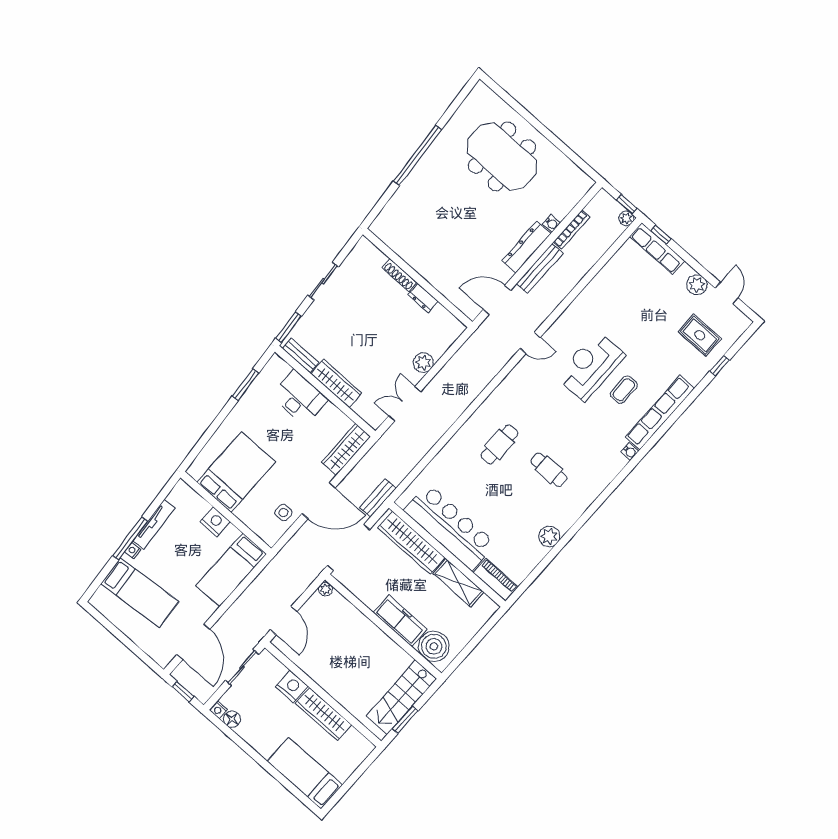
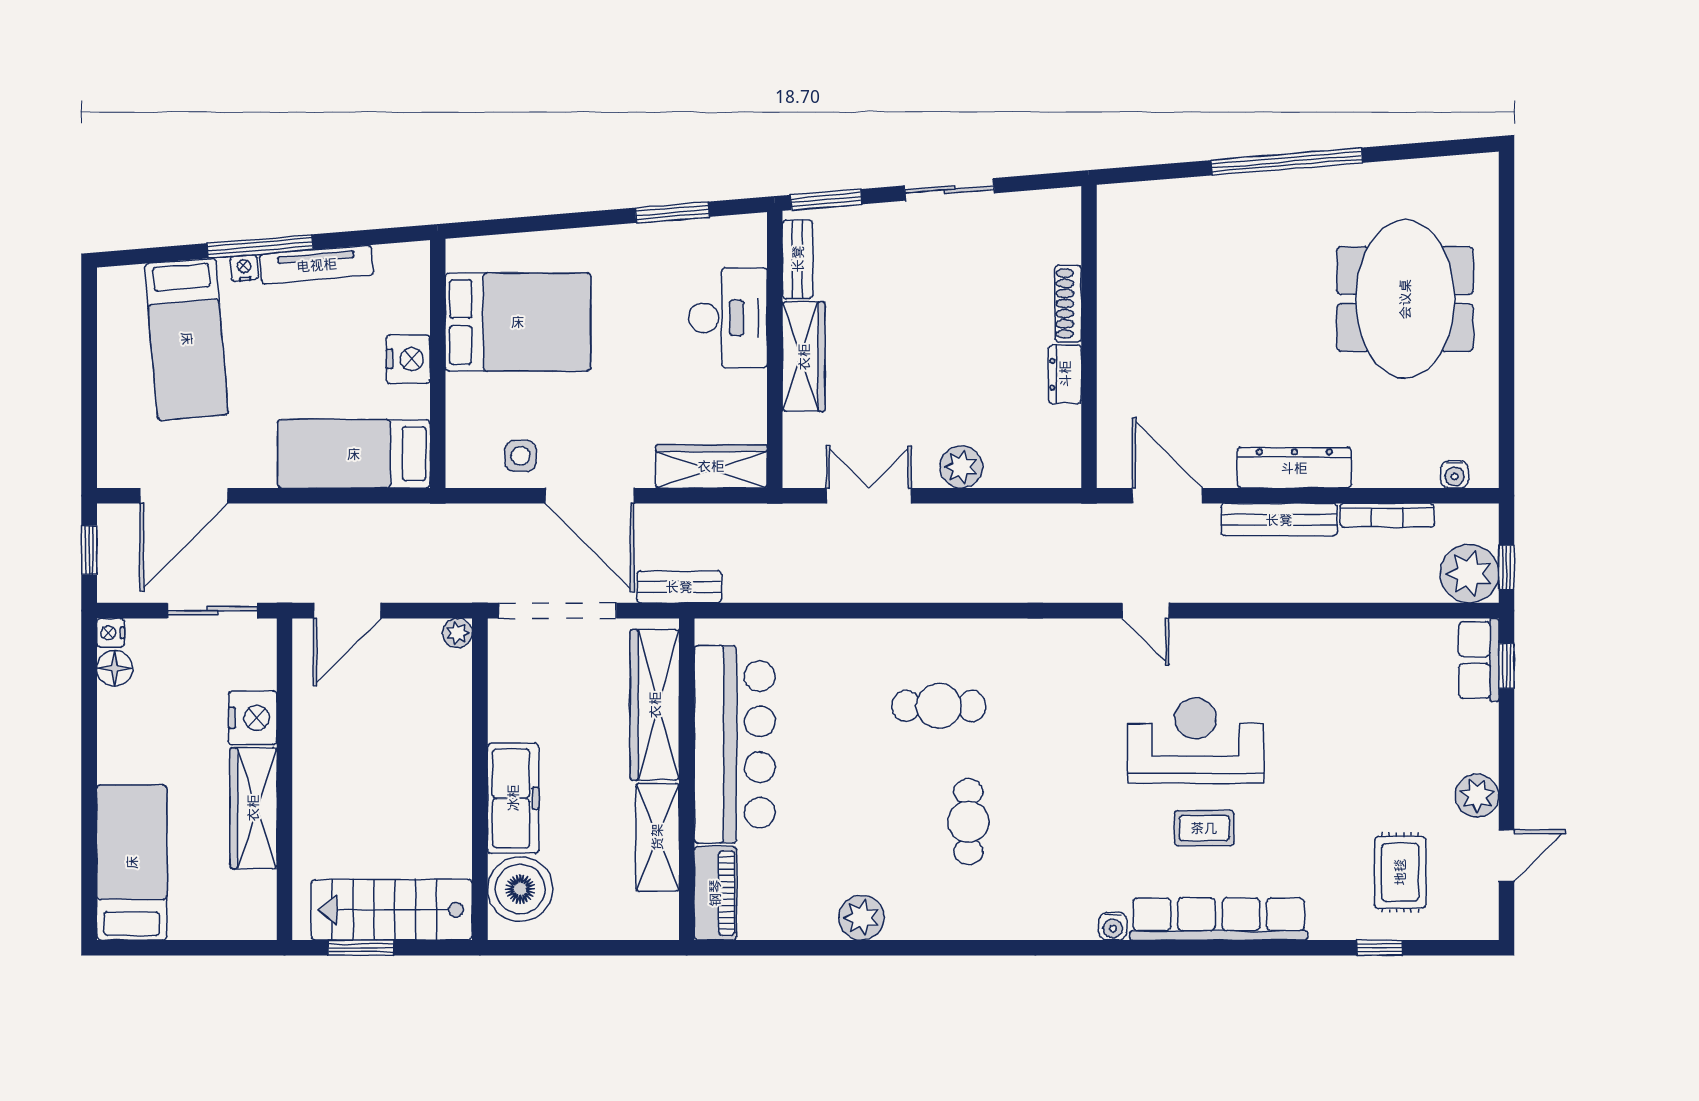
plant: (626, 218) -> (1469, 574), width x1.88, depth x1.88
water cooler: (551, 224) -> (1455, 474), moved
row of seats: (657, 248) -> (1479, 660), width x0.68

